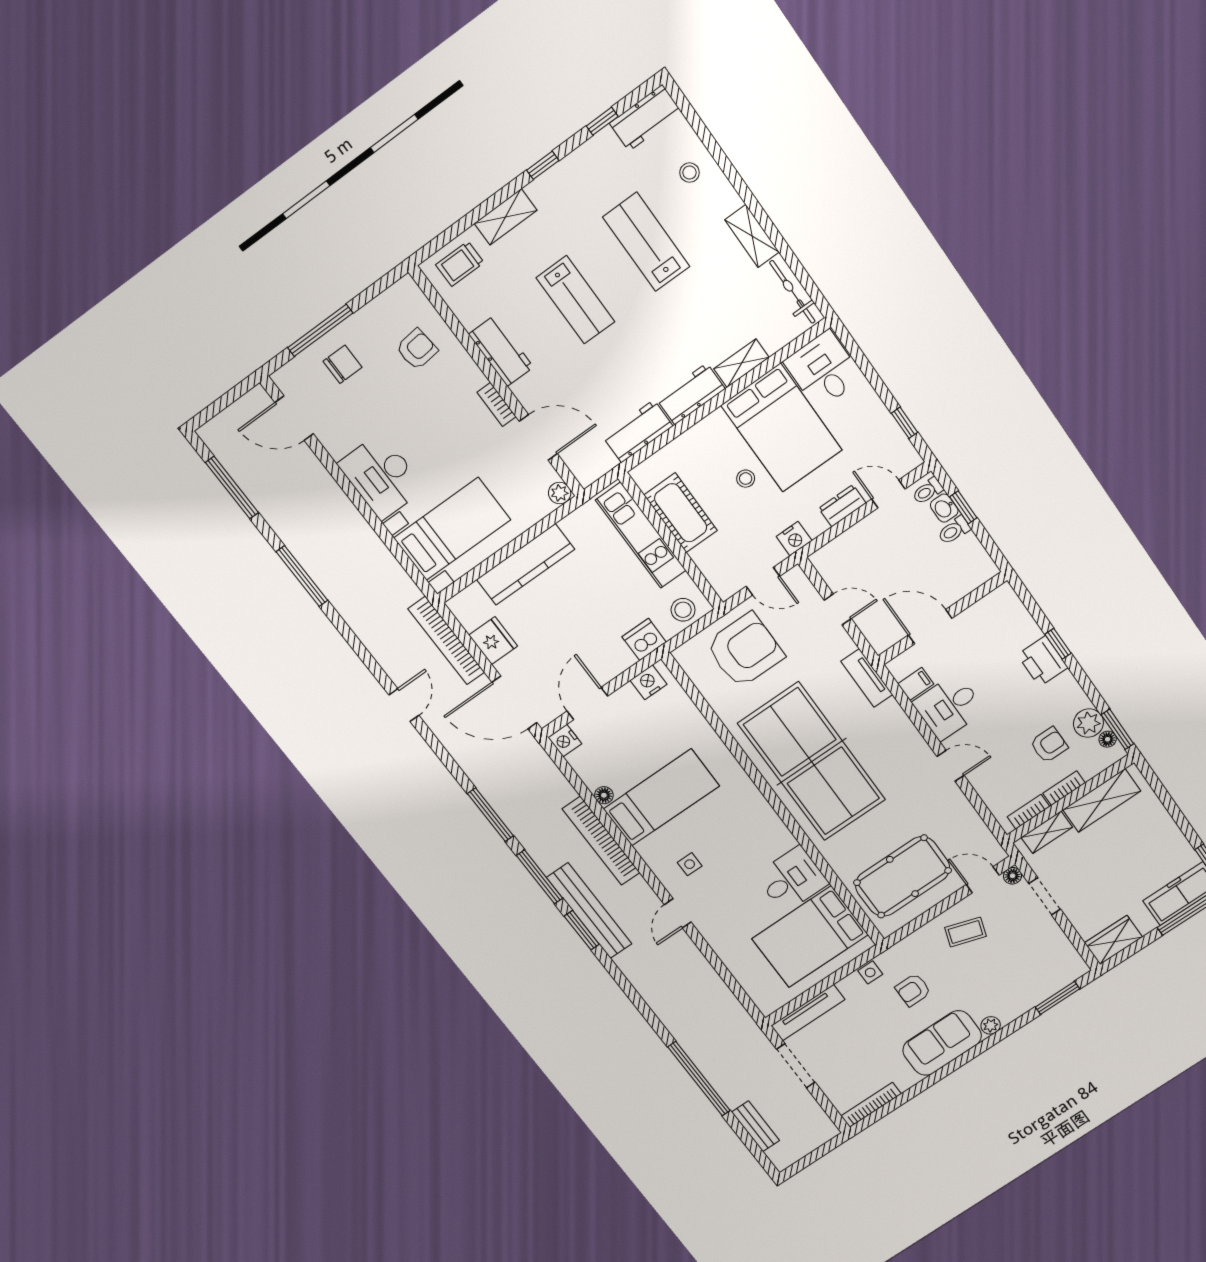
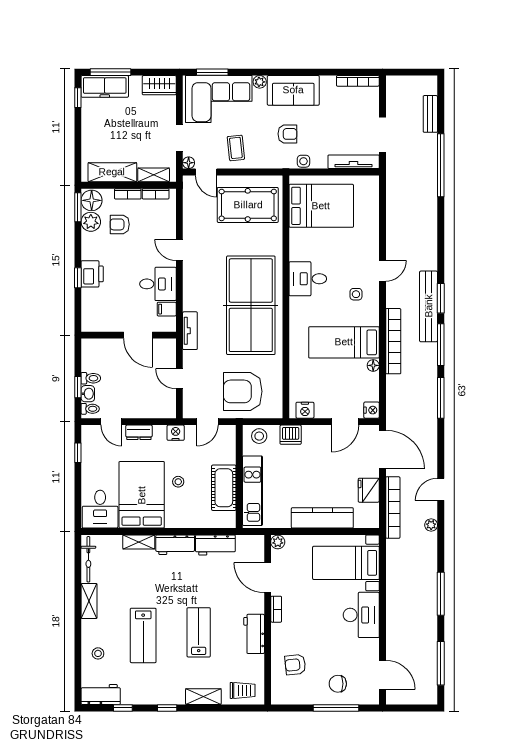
door: (763, 581) -> (207, 422), swing flipped
plant: (381, 653) -> (431, 525), added
floor lamp: (1108, 739) -> (92, 200), width x1.89, depth x1.89
desk: (792, 879) -> (308, 279), moved
coffee table: (965, 932) -> (236, 148), turned 66
corner sofa: (1027, 973) -> (219, 99), added

